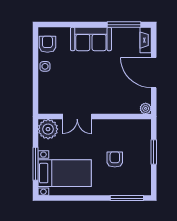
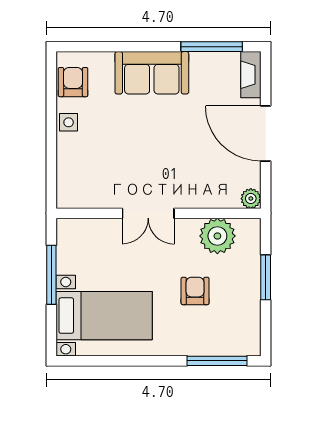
double door: (77, 117) -> (148, 213), moved
plant: (48, 129) -> (217, 236), moved
window: (35, 164) -> (51, 275), moved

